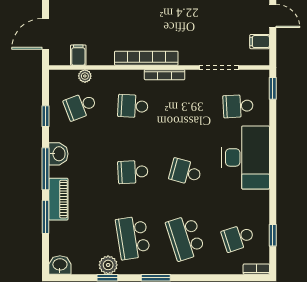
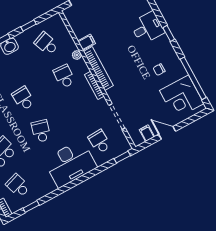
door: (273, 16) -> (167, 133), swing flipped
filing cabinet: (78, 55) -> (87, 42), moved
plant: (85, 76) -> (77, 55), moved

